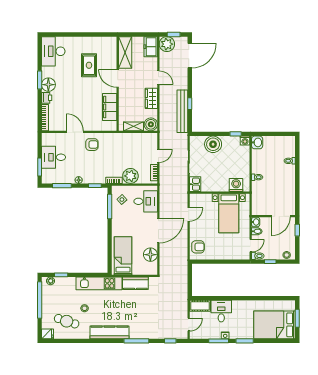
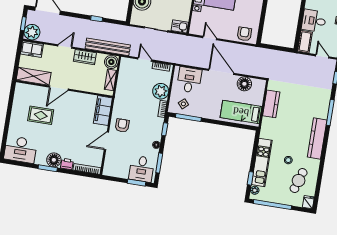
filing cabinet: (110, 107) -> (103, 111), moved, turned 90
bench: (182, 111) -> (108, 47), moved
desk: (54, 157) -> (142, 169), moved
kitchen unit: (99, 283) -> (262, 162), moved

